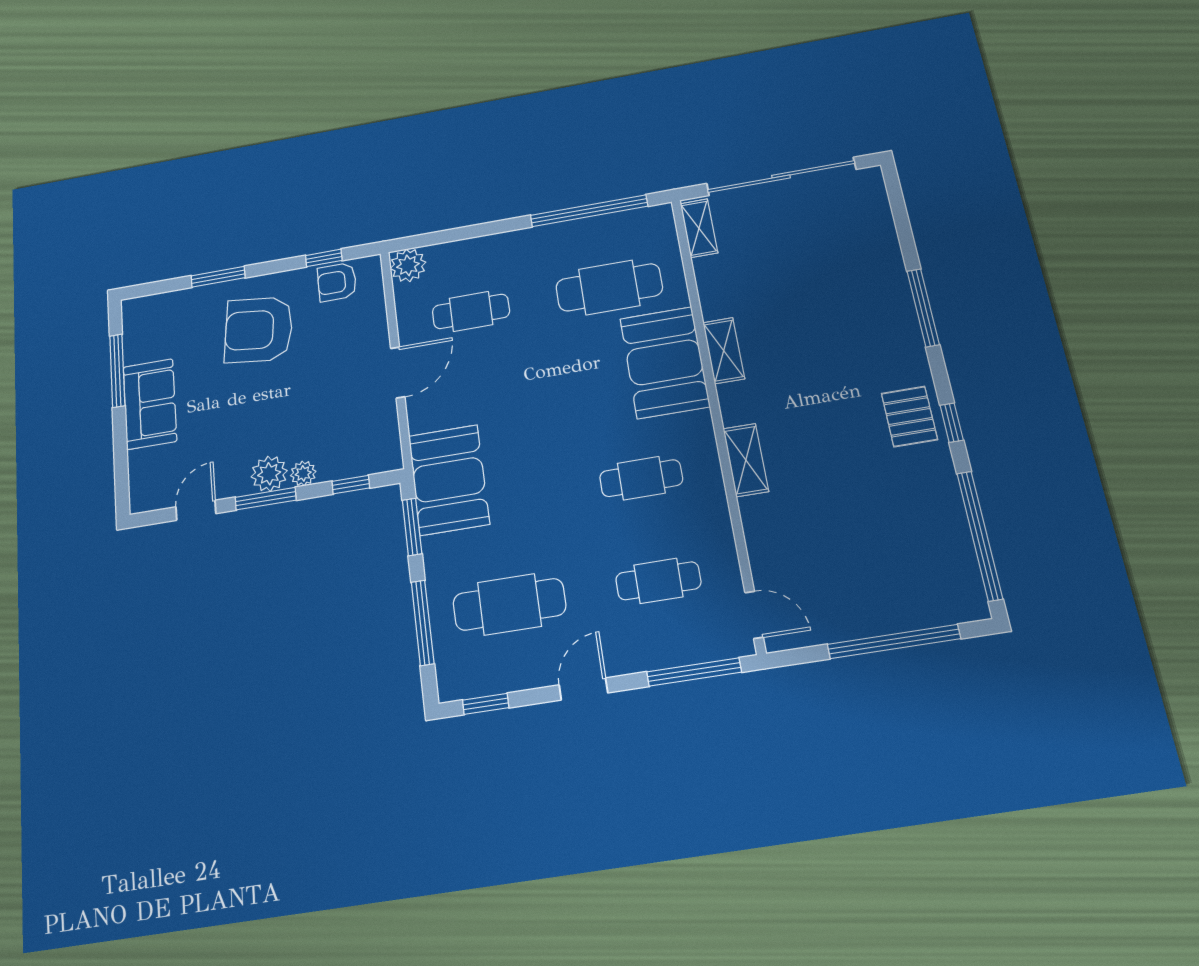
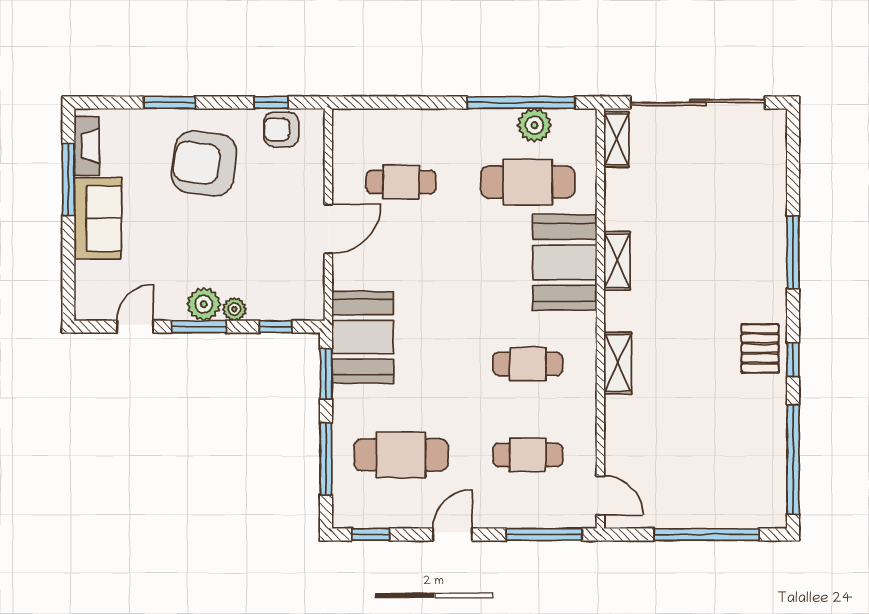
plant: (408, 265) -> (534, 125), moved
fireplace: (135, 334) -> (87, 146), added

